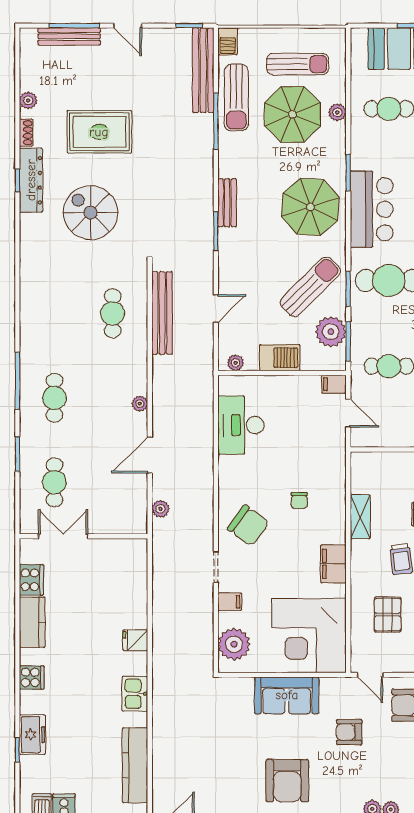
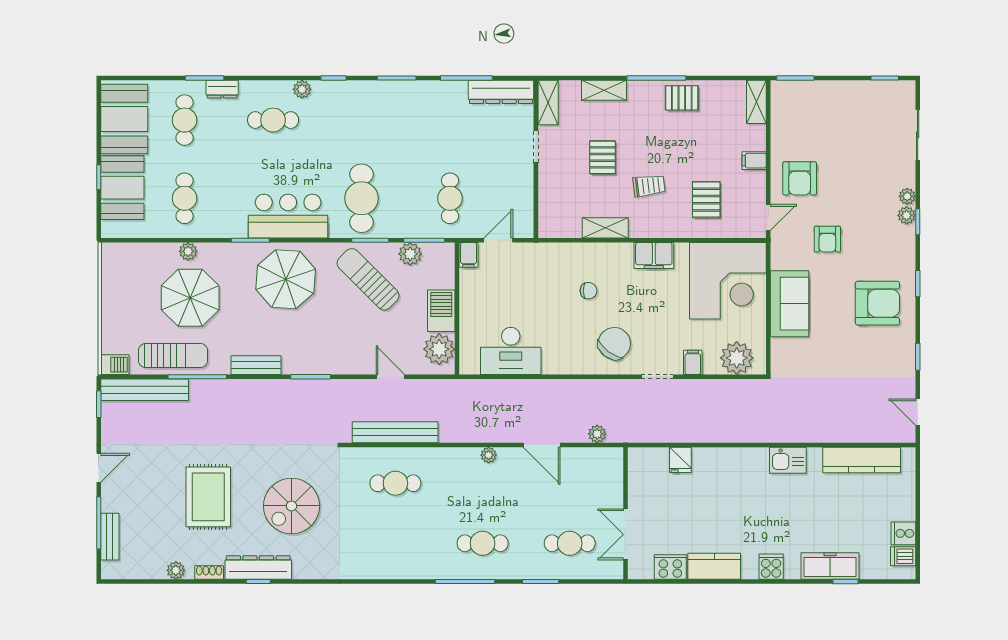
bench: (69, 36) -> (110, 537), width x0.73
sun lounger: (298, 64) -> (138, 292), removed
bench: (227, 203) -> (256, 365), moved
plant: (331, 332) -> (410, 254), width x0.73, depth x0.73
plant: (236, 363) -> (439, 349), width x1.88, depth x1.88
pallet: (388, 615) -> (706, 200), turned 90
fridge: (135, 640) -> (680, 460), moved
freezer: (32, 735) -> (830, 566), width x1.40

